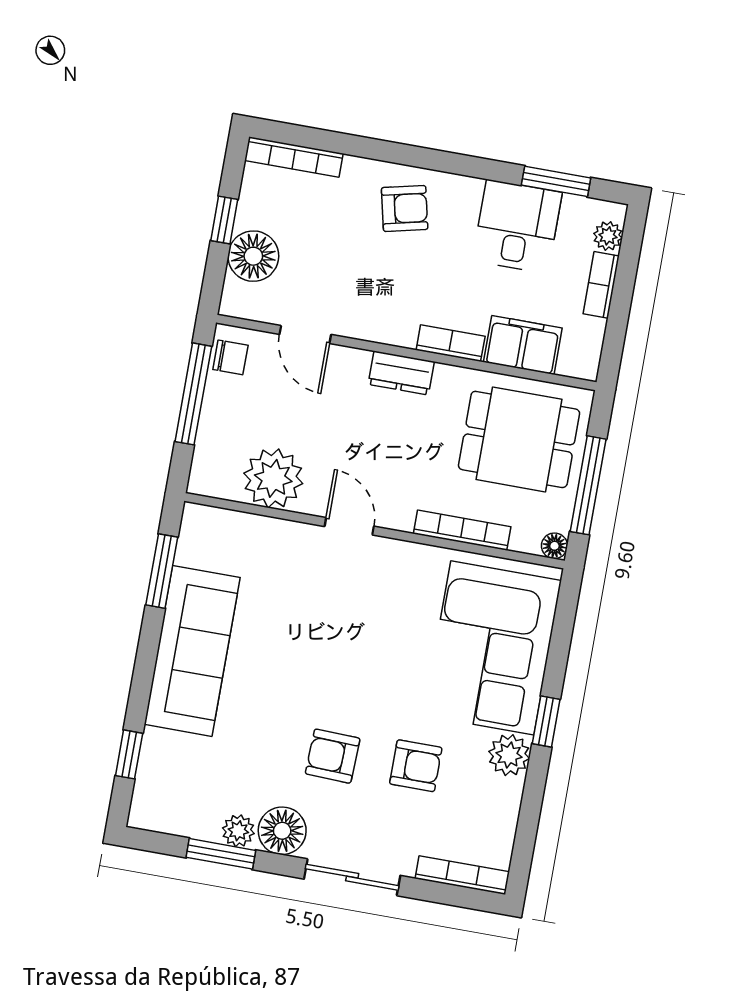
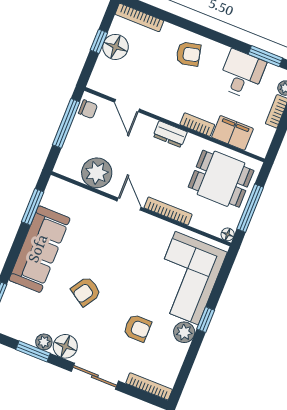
floor lamp: (253, 256) -> (115, 47), moved
bookcase: (462, 530) -> (168, 211), moved
armchair: (333, 756) -> (86, 291), moved, turned -59

